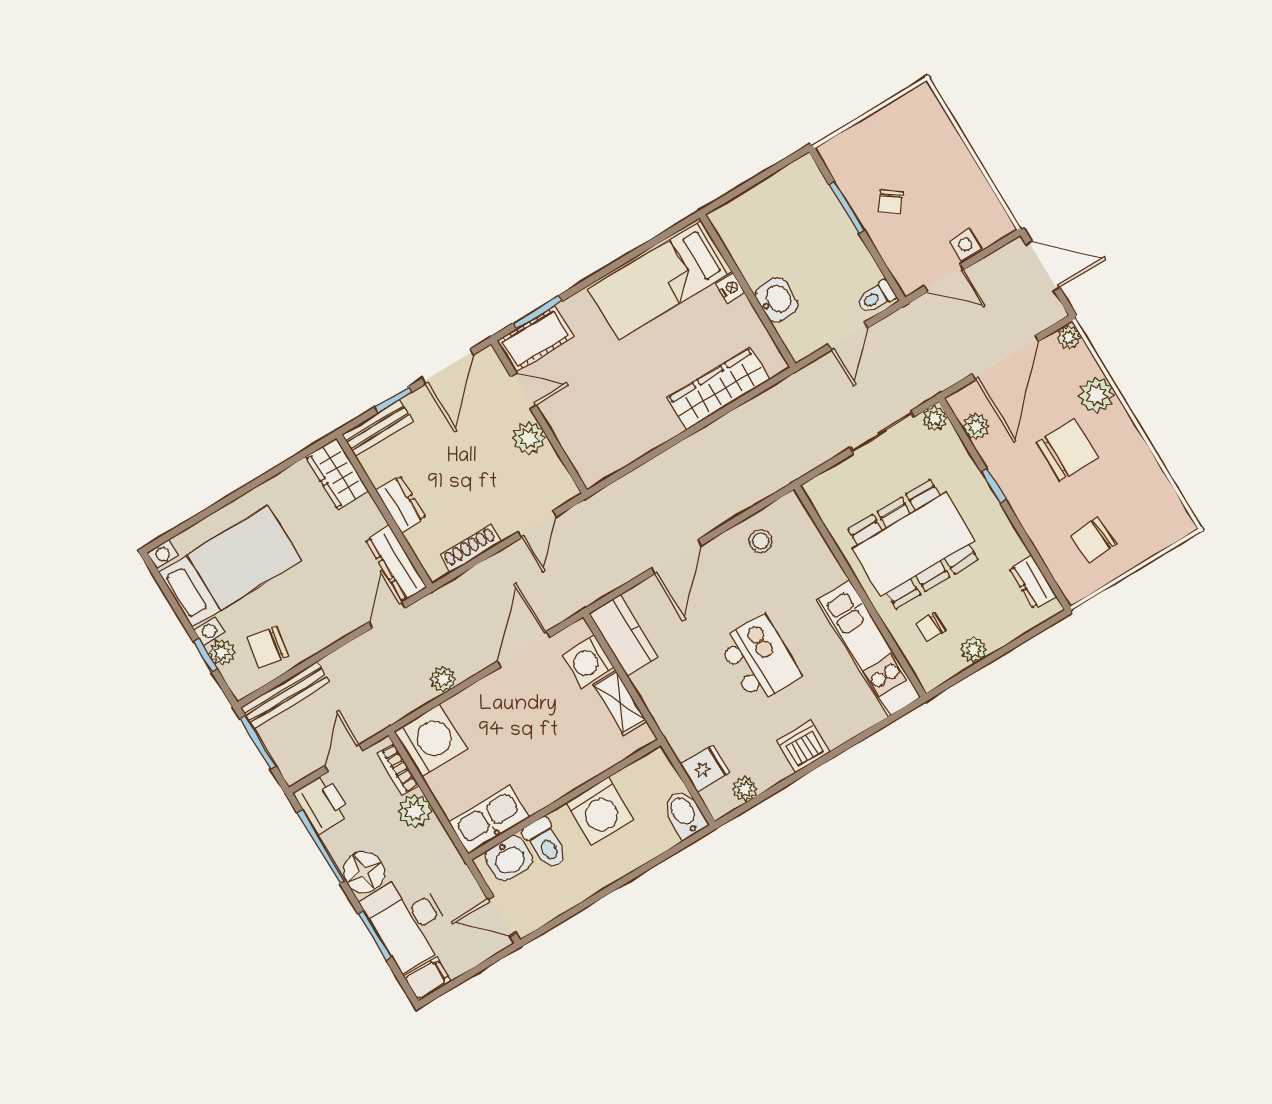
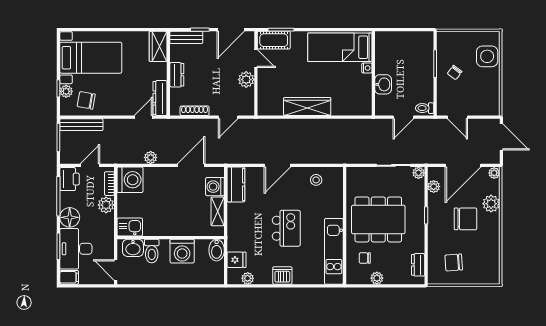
side table: (965, 244) -> (487, 56), moved, width x1.87, depth x1.87
wardrobe: (718, 389) -> (307, 107), moved
bidet: (685, 814) -> (217, 250), moved, turned 180
kitchen sink: (489, 820) -> (130, 227), width x0.73

